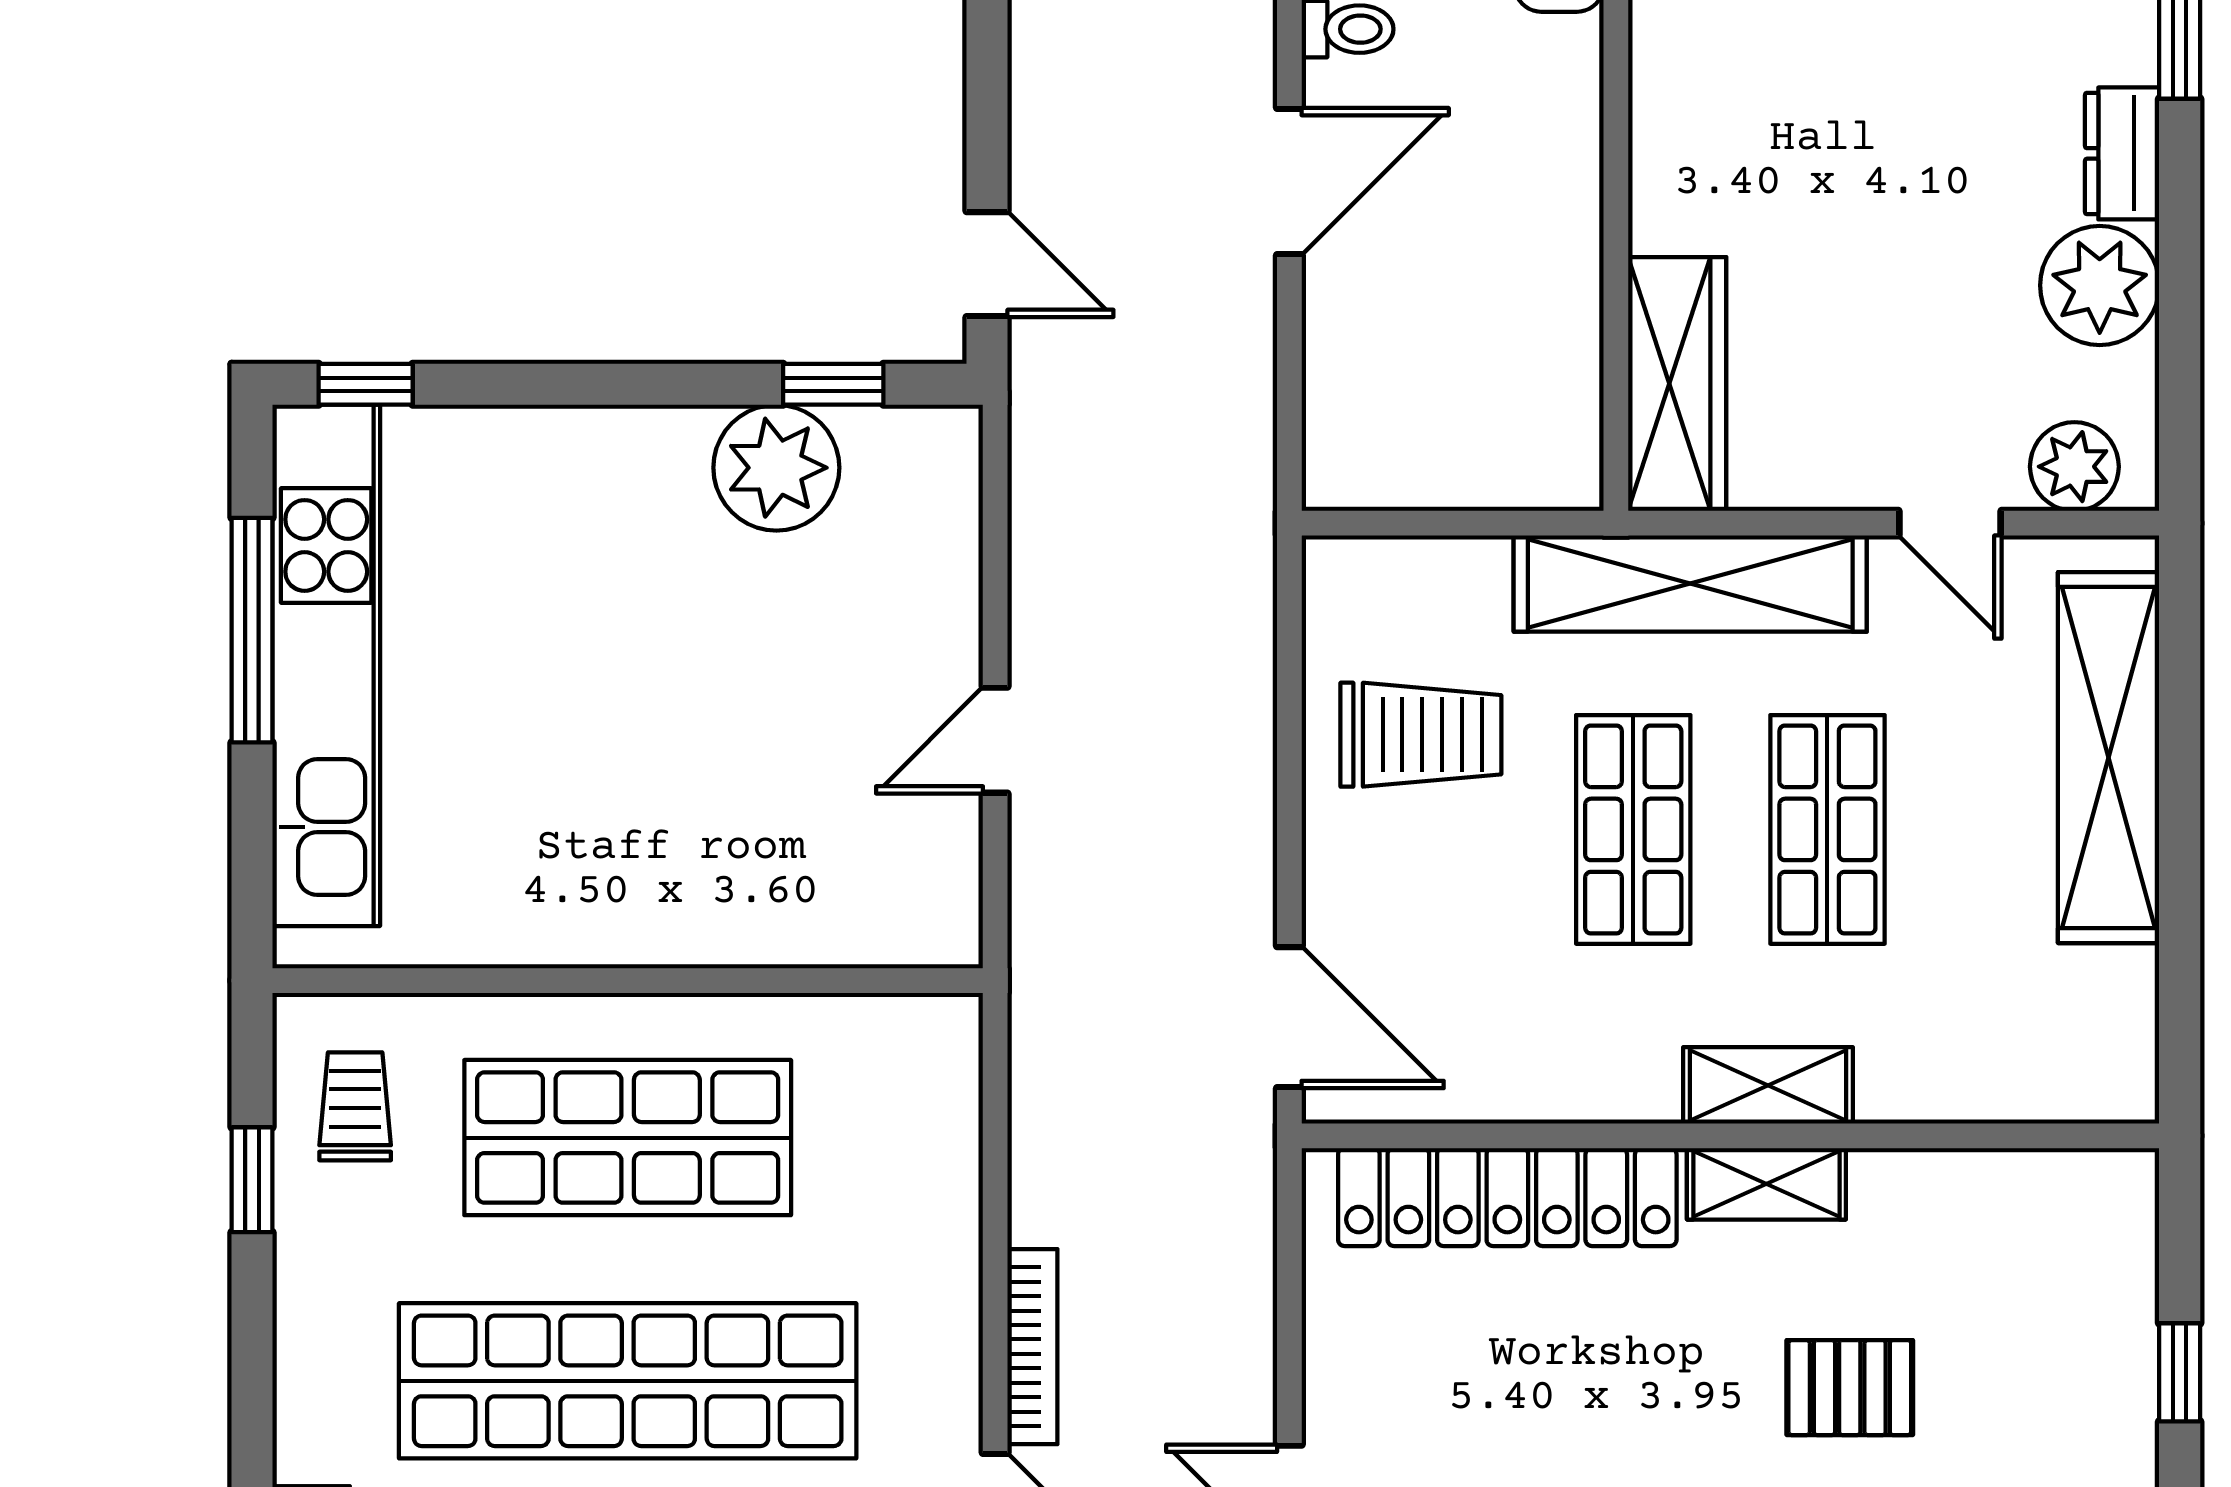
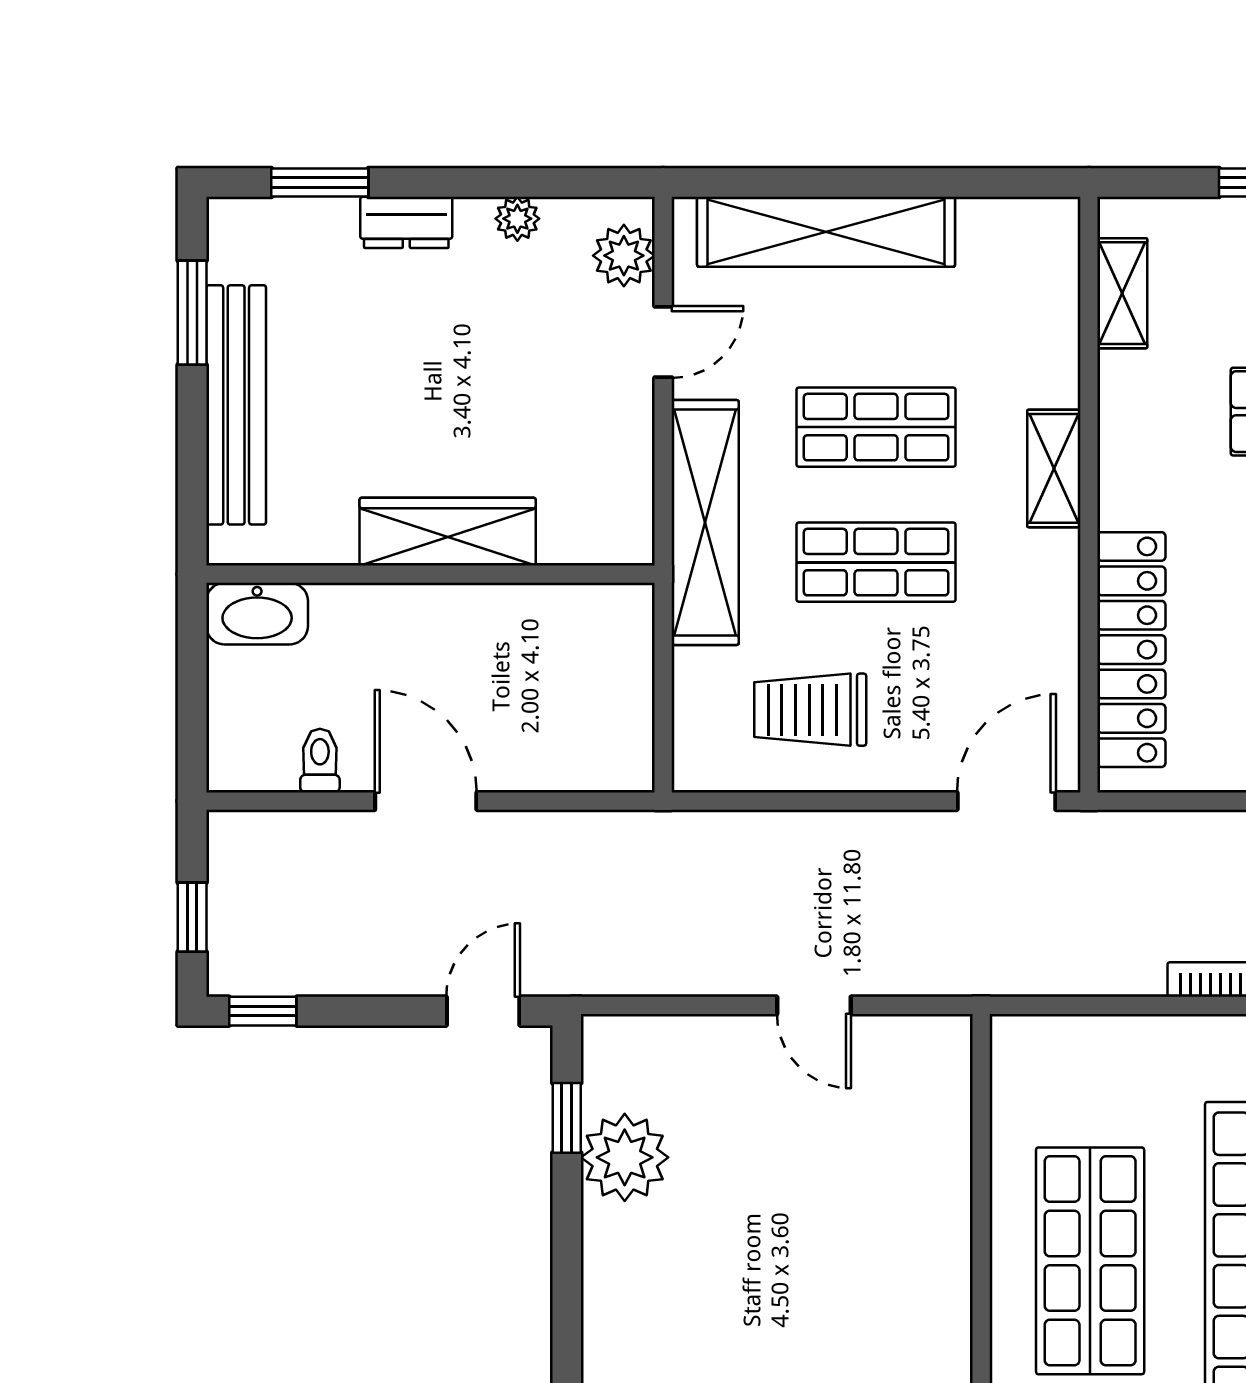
plant: (2100, 285) -> (517, 219), width x0.53, depth x0.53
wardrobe: (1677, 384) -> (448, 532), moved
trolley: (1421, 735) -> (810, 710), turned -90
shelving: (1766, 1184) -> (1122, 293), moved

